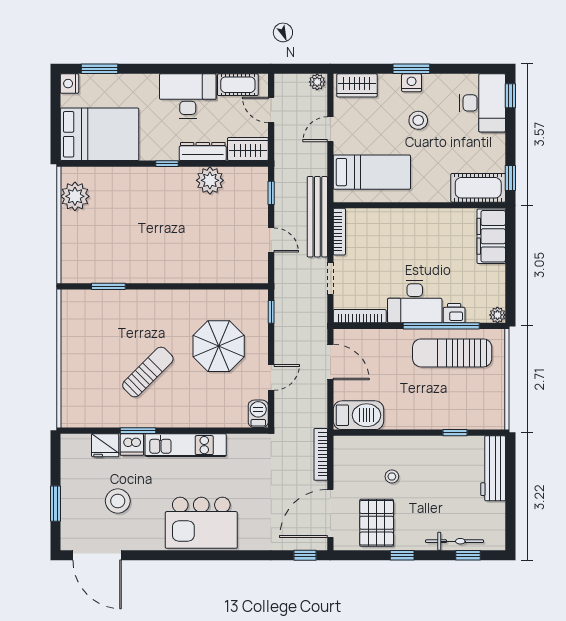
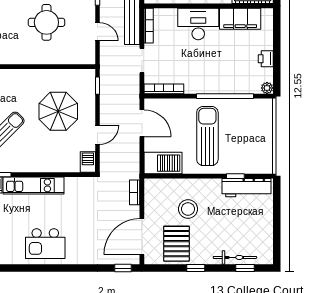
round table: (203, 227) -> (46, 22), added
filing cabinet: (491, 236) -> (240, 19), moved, turned -90
desk: (415, 302) -> (198, 24), moved, turned 180
printer: (454, 313) -> (266, 59), moved, turned -90
sun lounger: (452, 353) -> (207, 136), moved, turned 90
bookcase: (321, 454) -> (135, 192), width x0.64
workbench: (493, 468) -> (246, 188), moved, turned -90
stool: (392, 476) -> (188, 209), width x1.89, depth x1.89
kitchen island: (201, 523) -> (45, 244), width x0.73, depth x0.78

